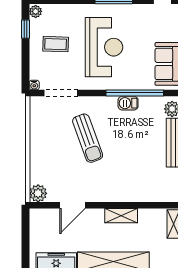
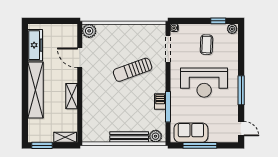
window: (135, 93) -> (168, 107), width x0.68

